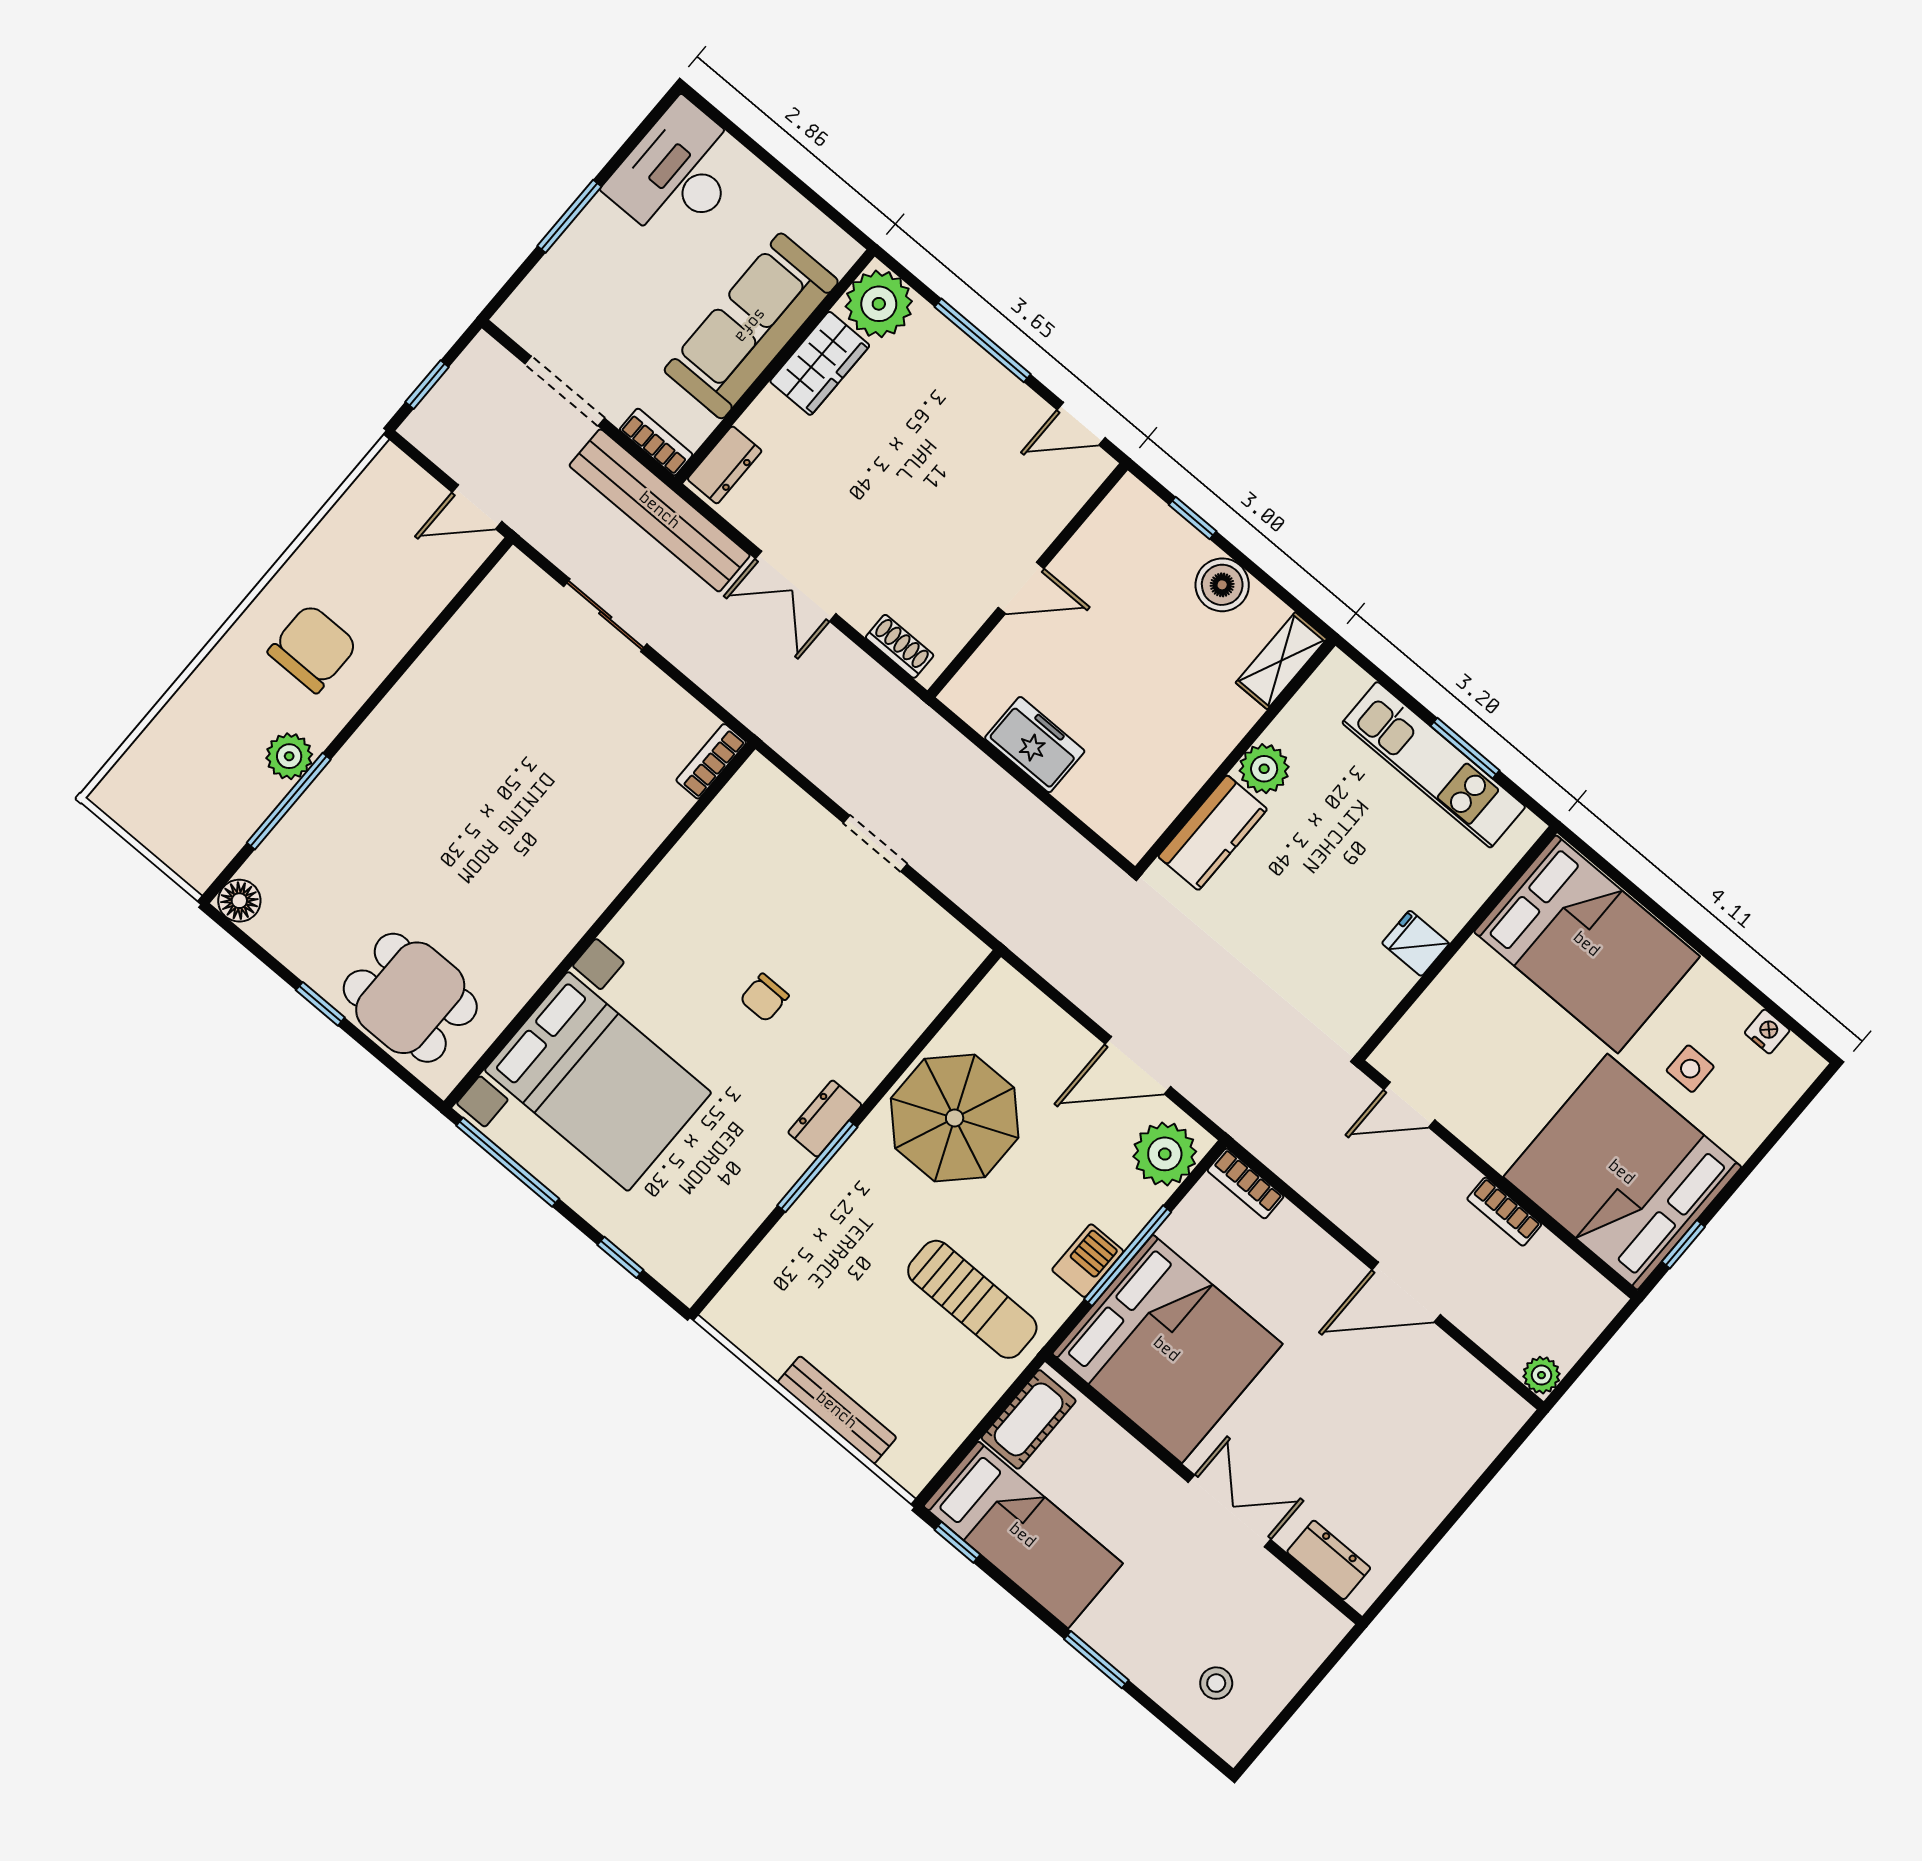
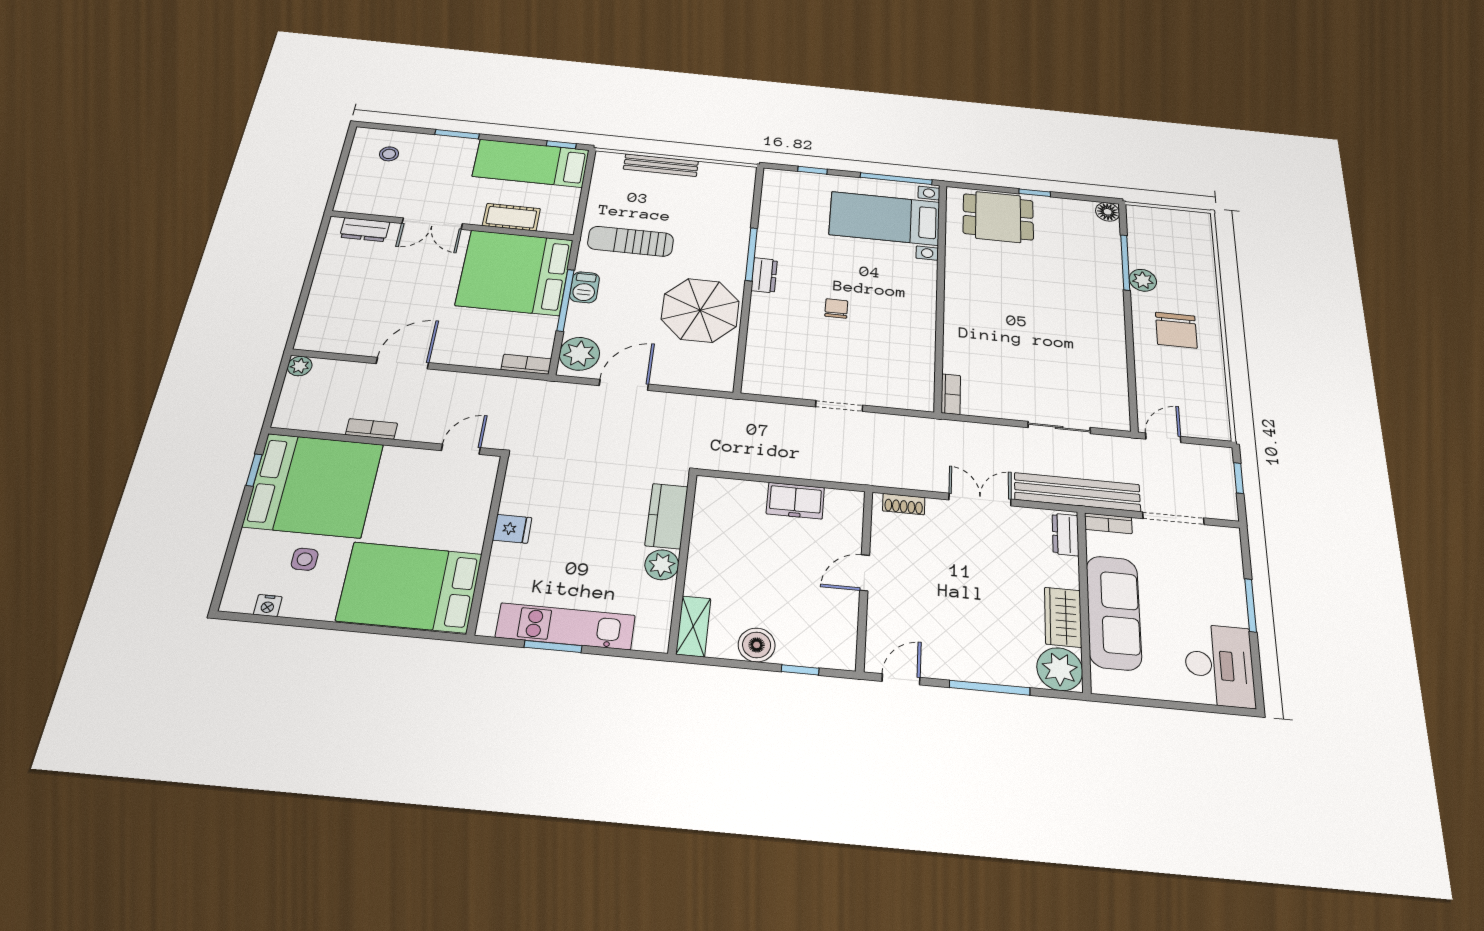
bed with nightstands: (598, 1081) -> (885, 218), width x0.73
cot: (1029, 1419) -> (511, 217), moved, turned 90

